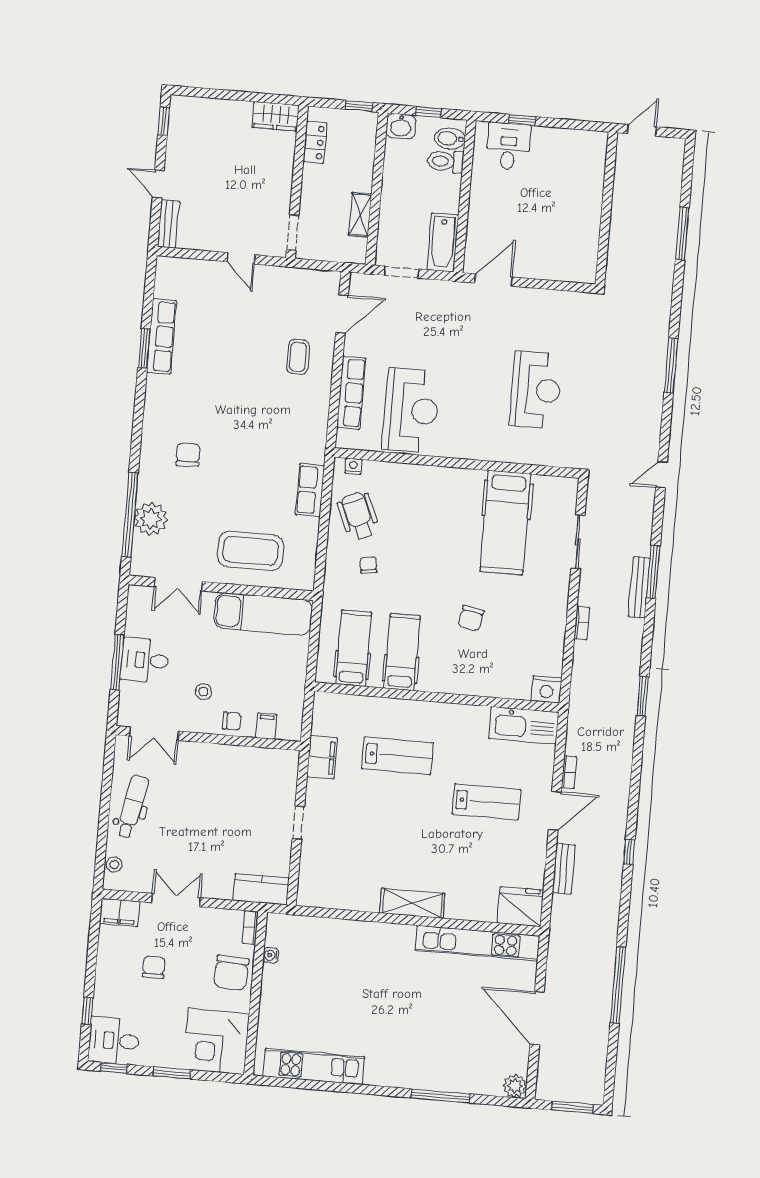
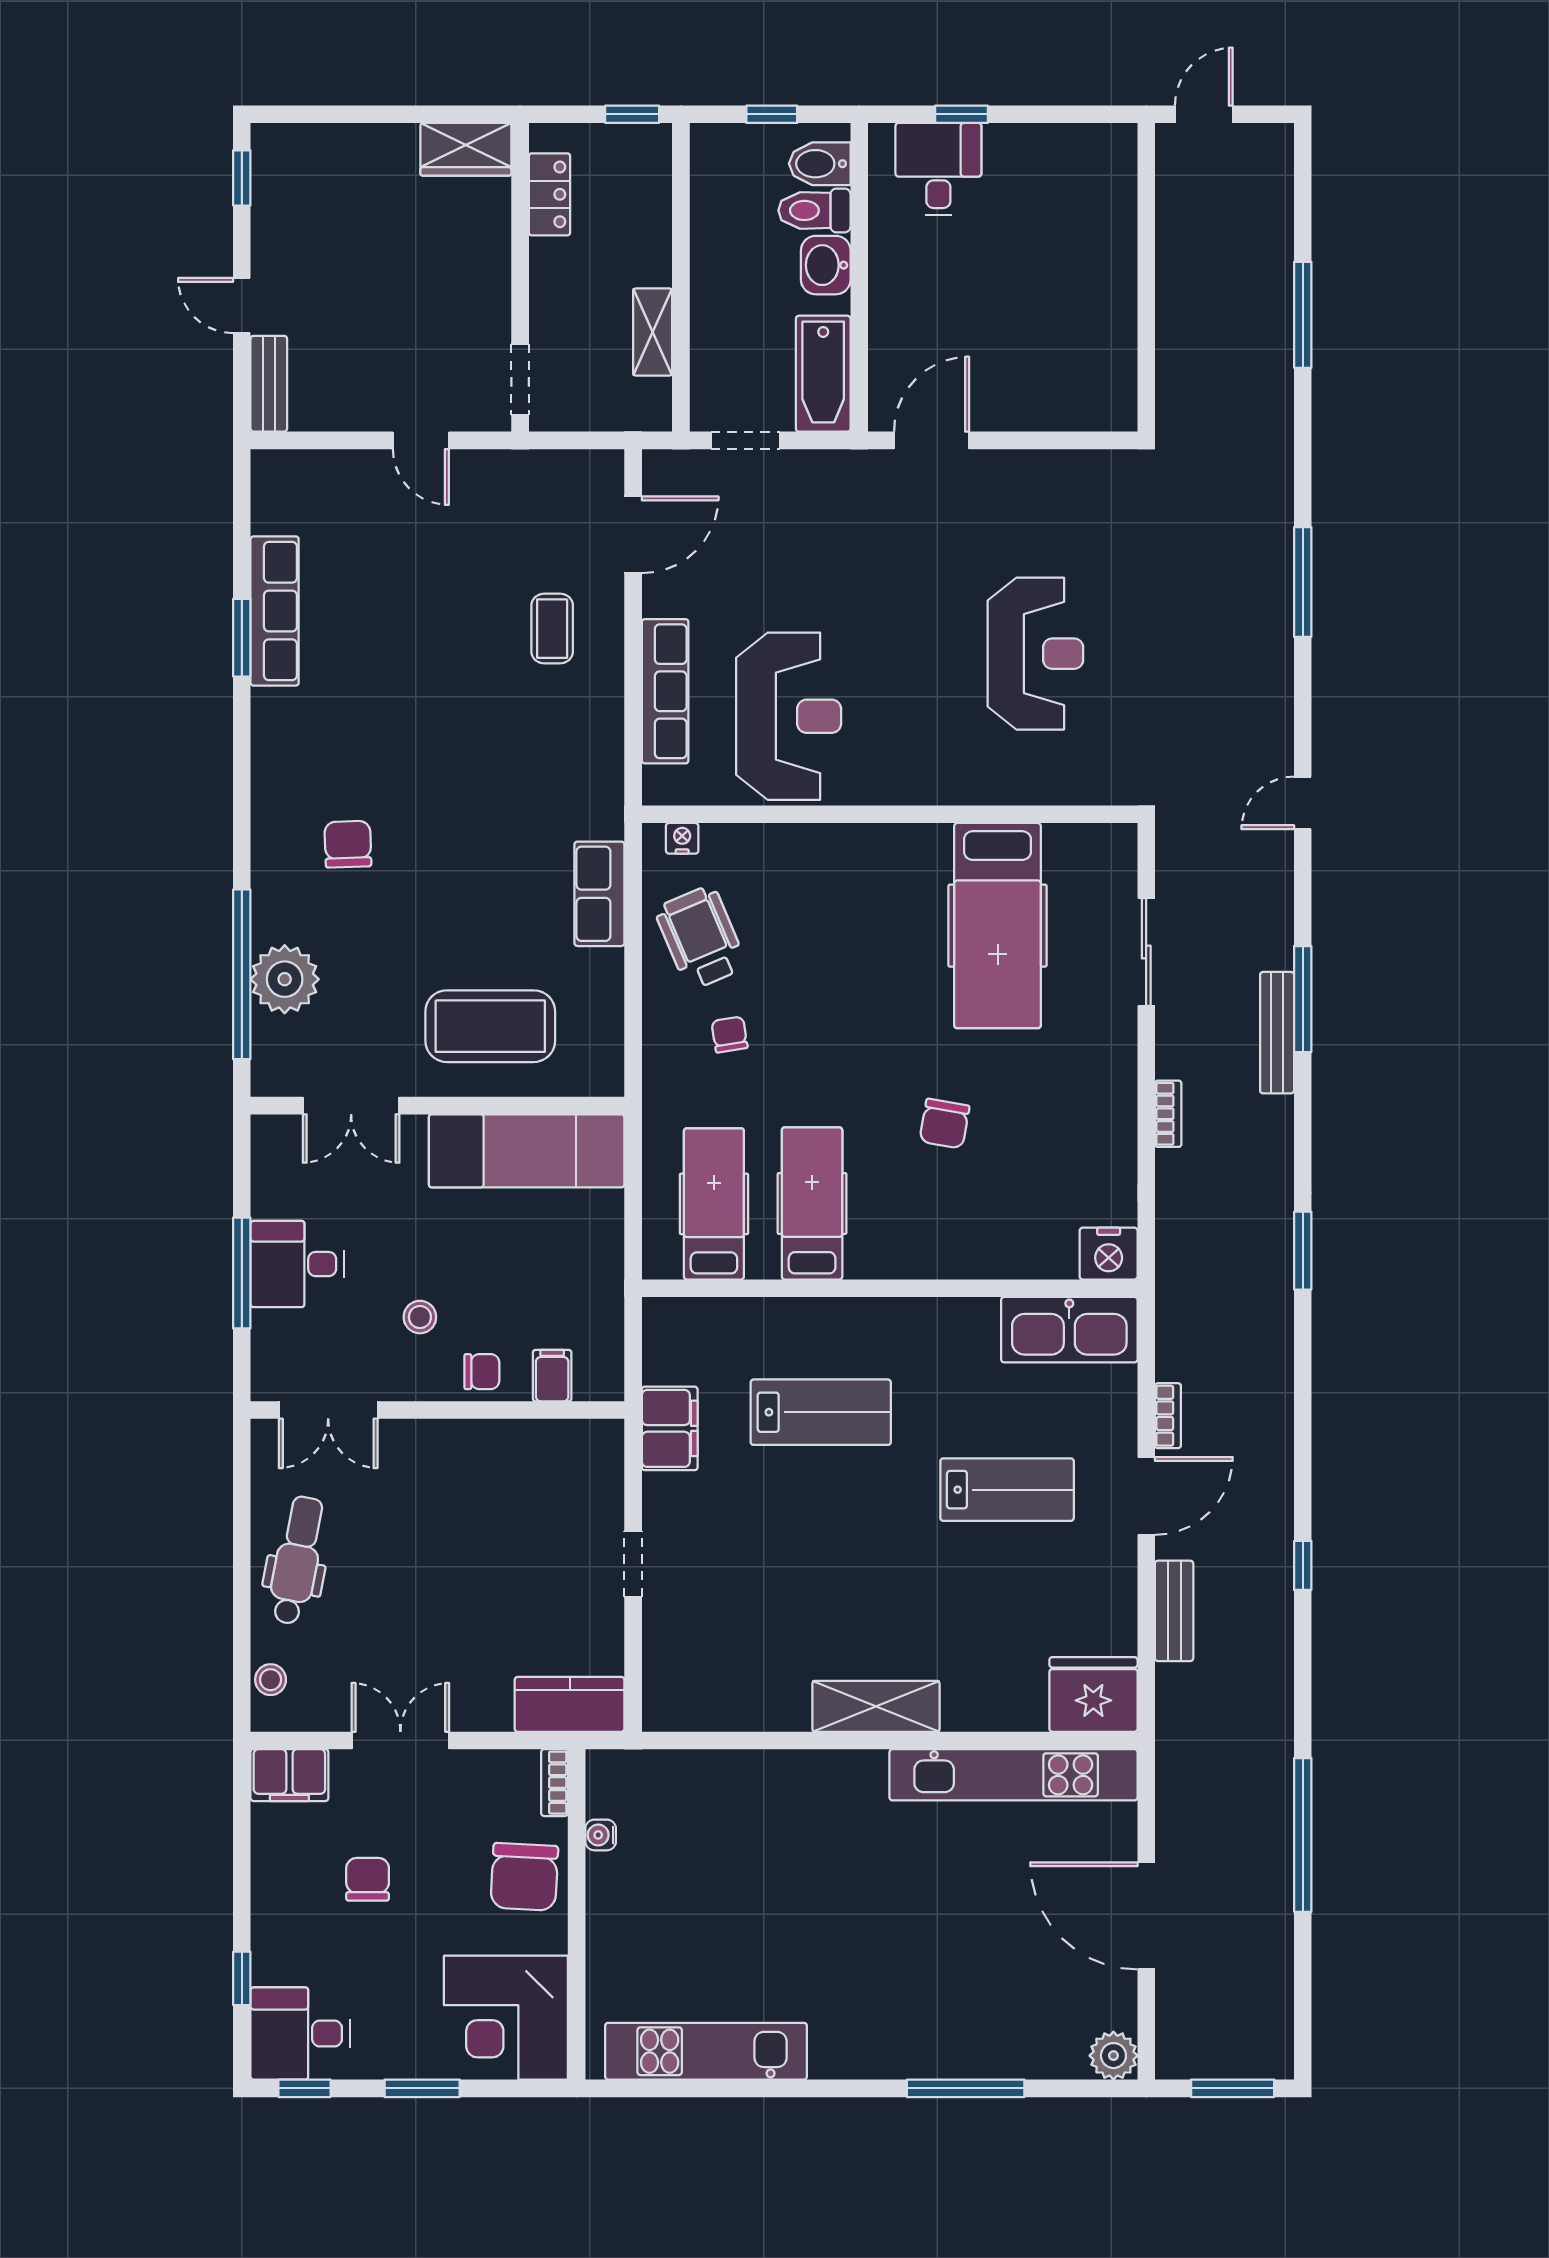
washbasin: (401, 126) -> (826, 265), moved, turned 90

